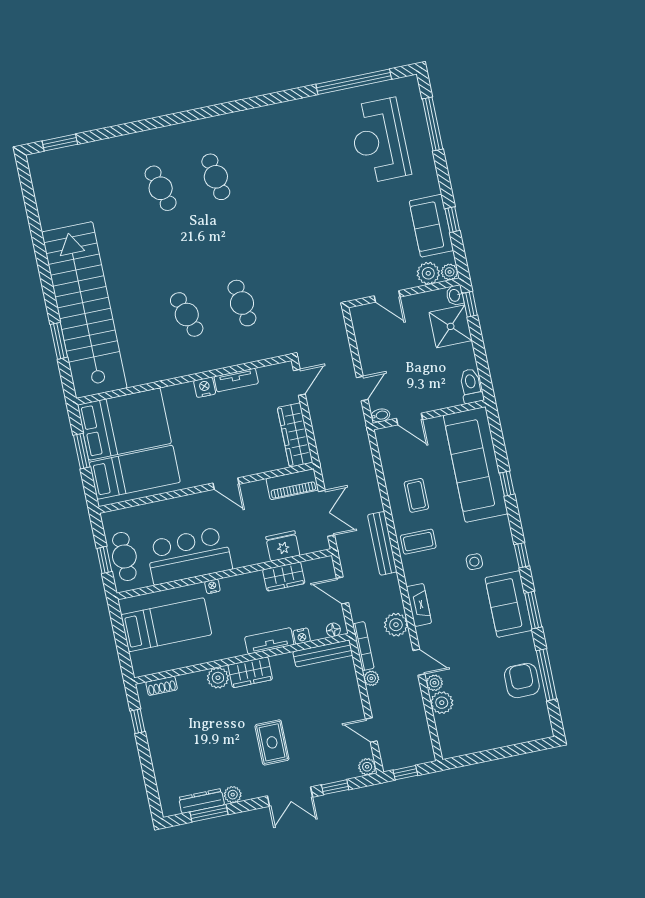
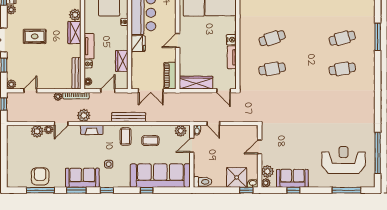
window: (145, 125) -> (378, 37), added
plant: (387, 445) -> (181, 131), added
fridge: (283, 546) -> (138, 44), moved
armchair: (522, 680) -> (40, 176), turned -90

